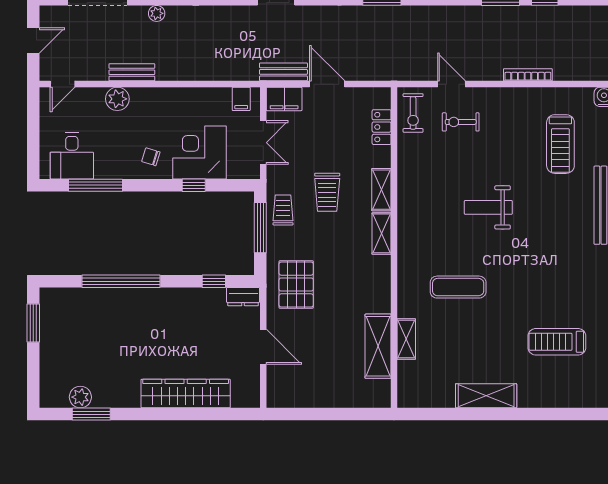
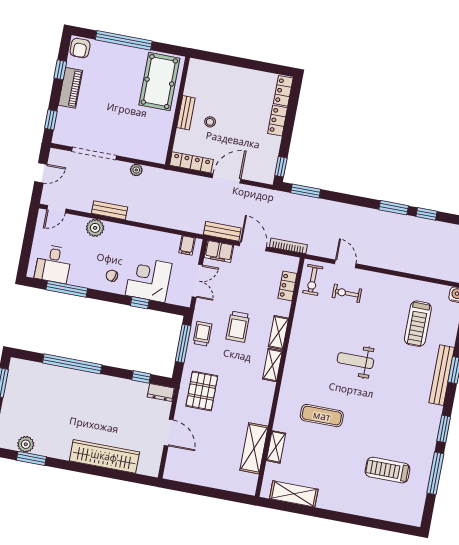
bookcase: (528, 75) -> (288, 246), moved
shelving: (486, 396) -> (294, 494), moved

